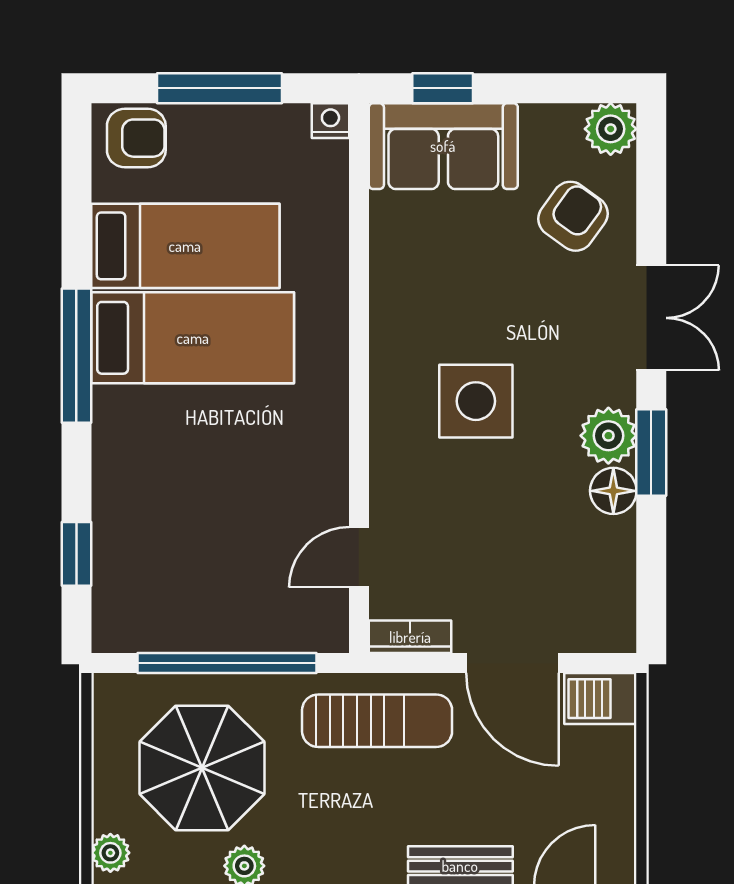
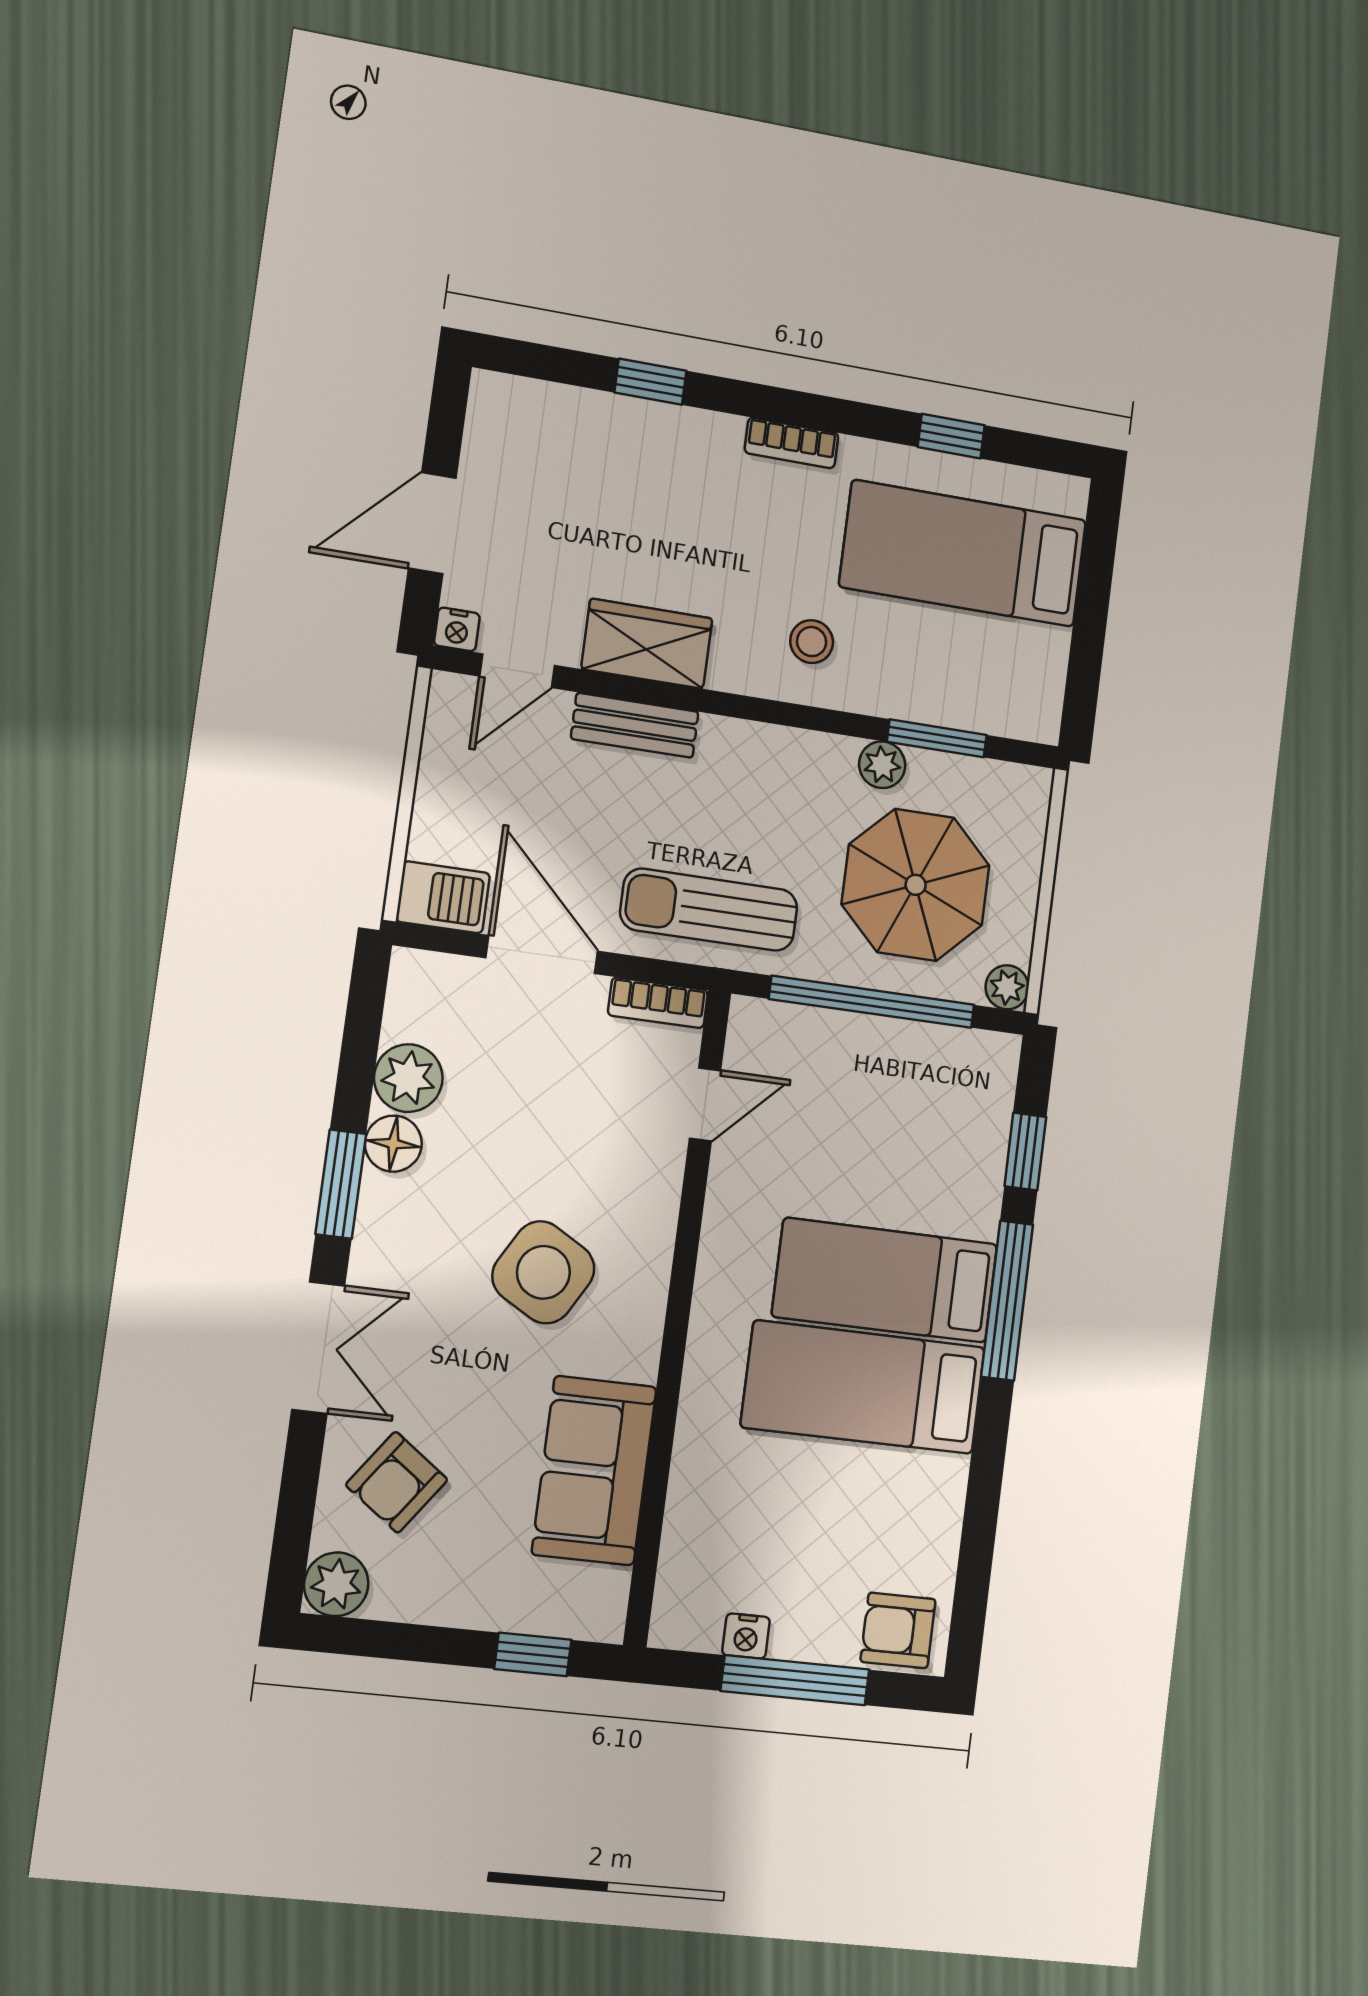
nightstand: (330, 121) -> (746, 1636), moved
sofa: (443, 146) -> (594, 1471), moved, turned -90
bed: (185, 246) -> (885, 1280), moved
double door: (651, 318) -> (318, 1348), swing flipped
window: (76, 356) -> (1007, 1301), moved
side table: (476, 401) -> (543, 1272), turned 30
plant: (608, 436) -> (408, 1078), moved
plant: (110, 853) -> (1007, 987), moved

